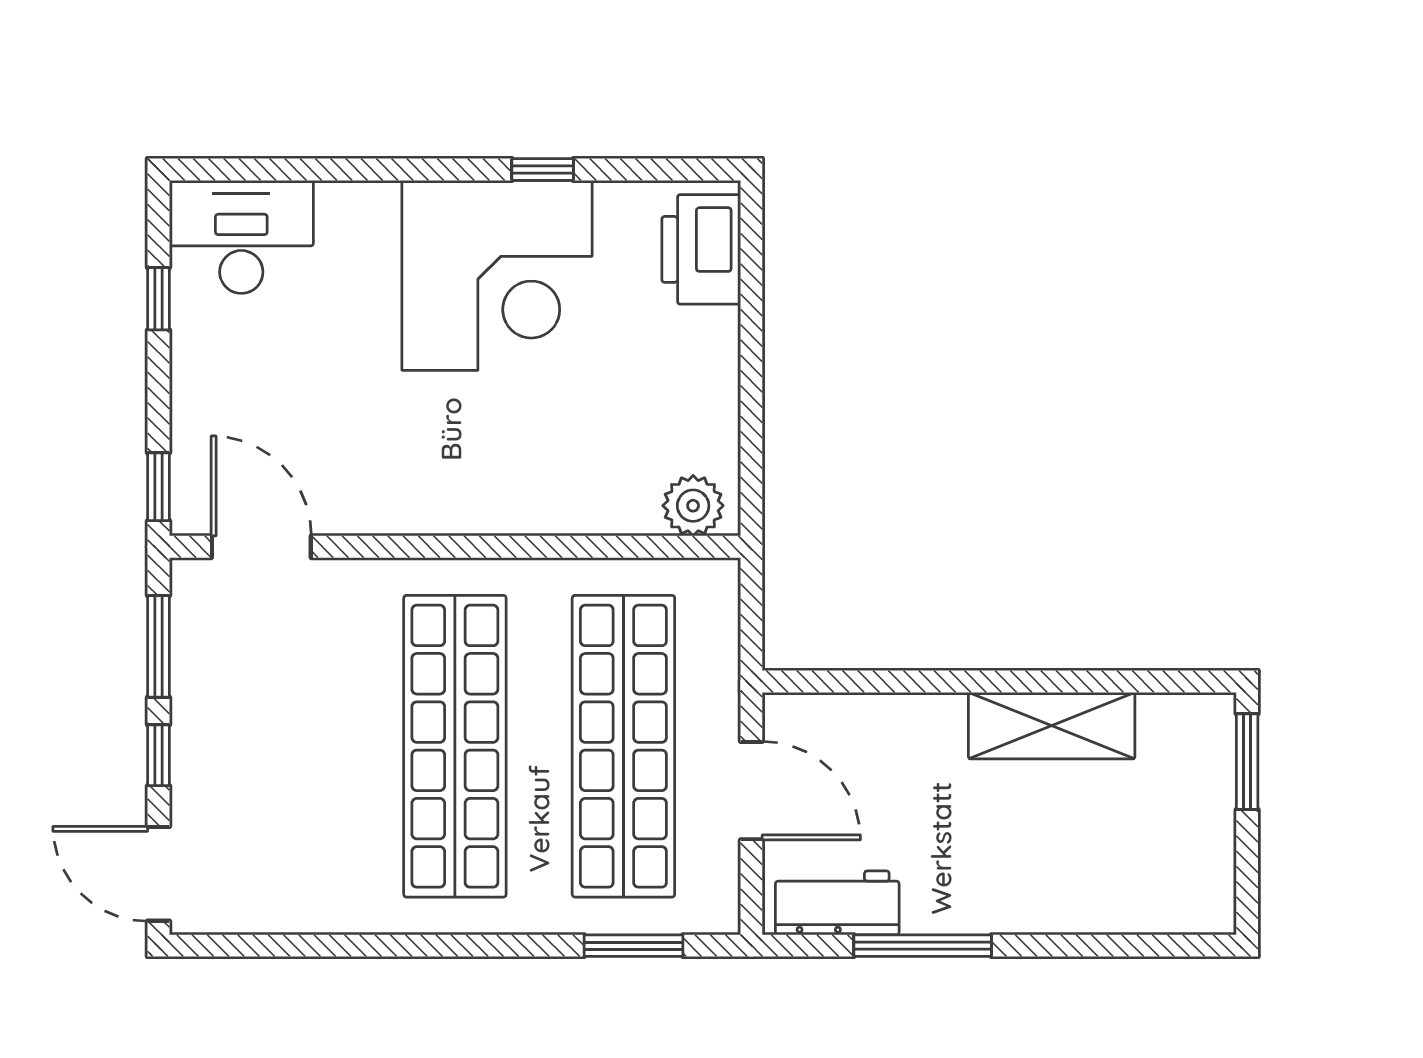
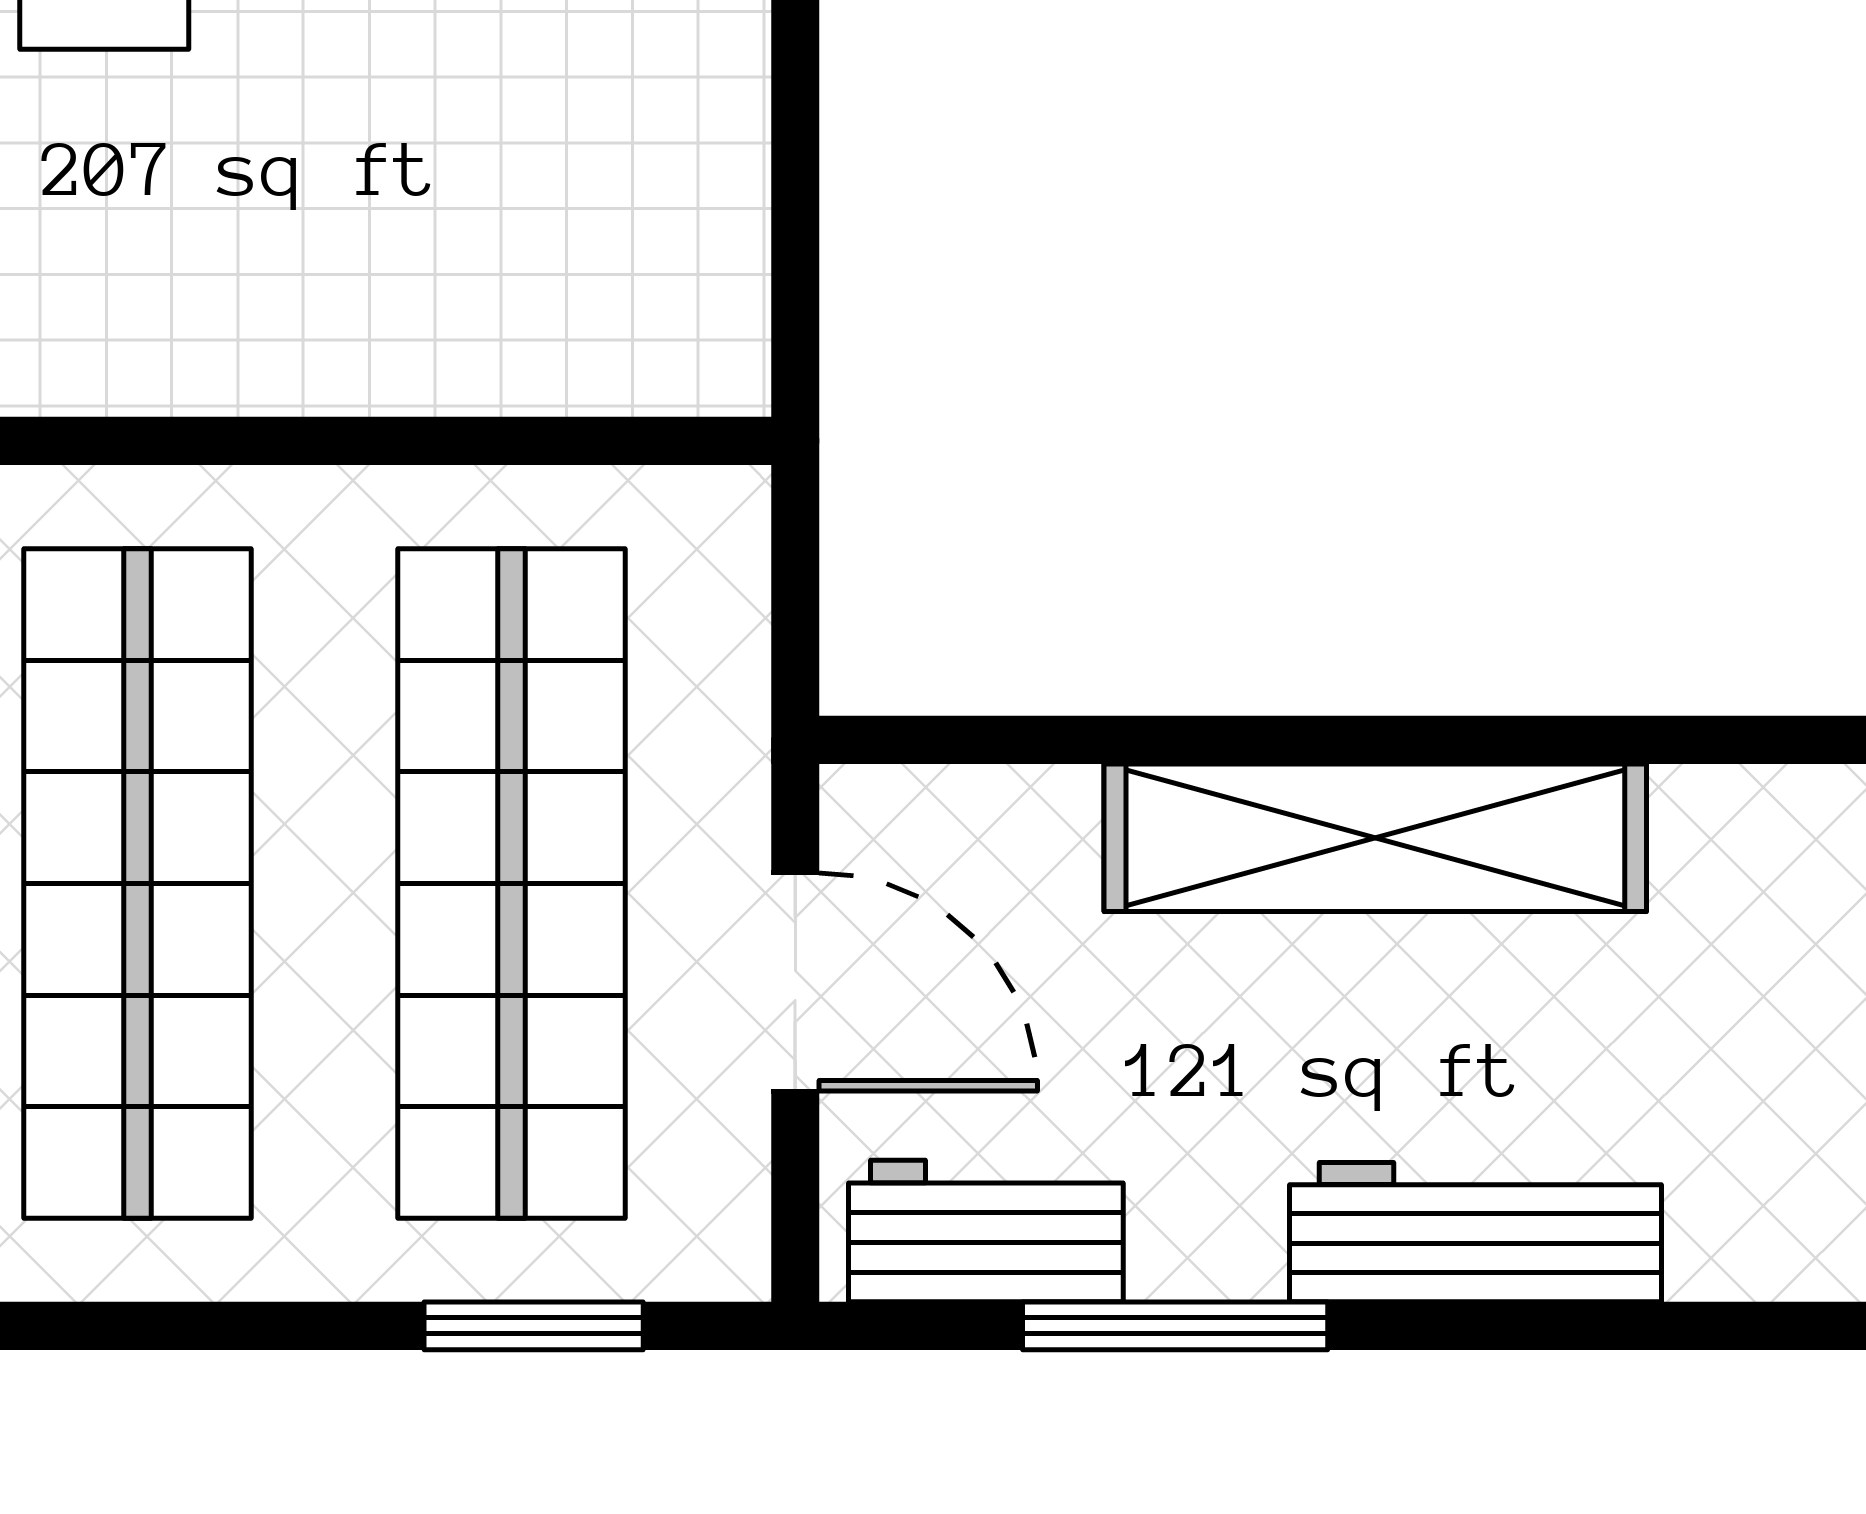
plant: (693, 506) -> (666, 350), removed
shelving: (1052, 726) -> (1375, 838), width x1.47
workbench: (1058, 903) -> (1475, 1232), added

